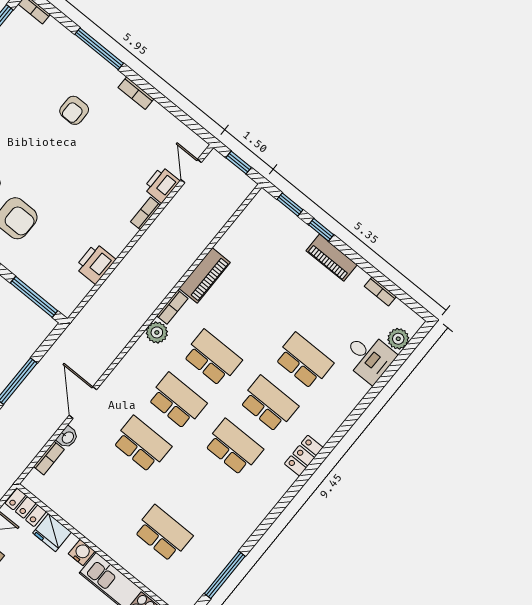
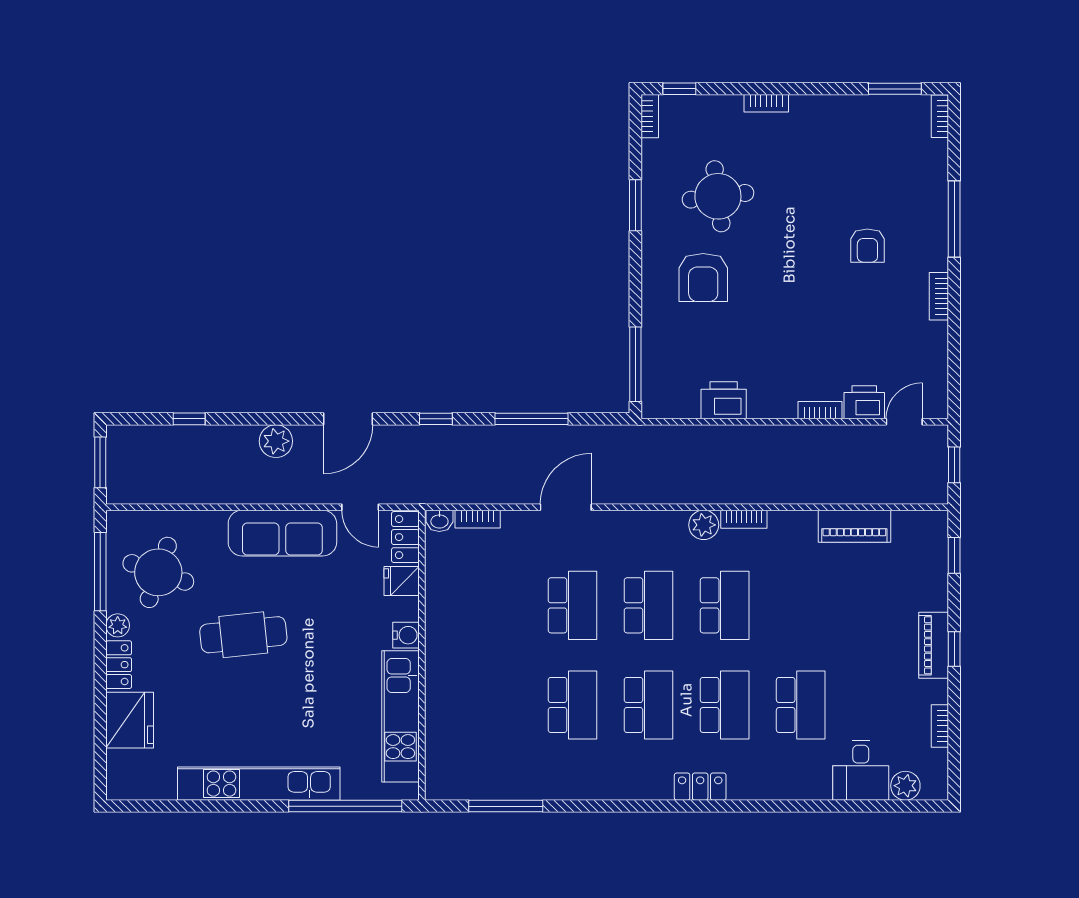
armchair: (74, 110) -> (867, 246), turned -90
window: (321, 230) -> (954, 649), moved
piano: (205, 275) -> (854, 526), moved
washbasin: (68, 437) -> (439, 521), moved
fridge: (52, 533) -> (402, 581), width x0.72
school desk: (163, 533) -> (572, 705), moved

